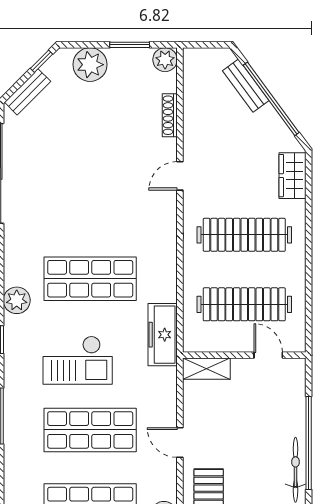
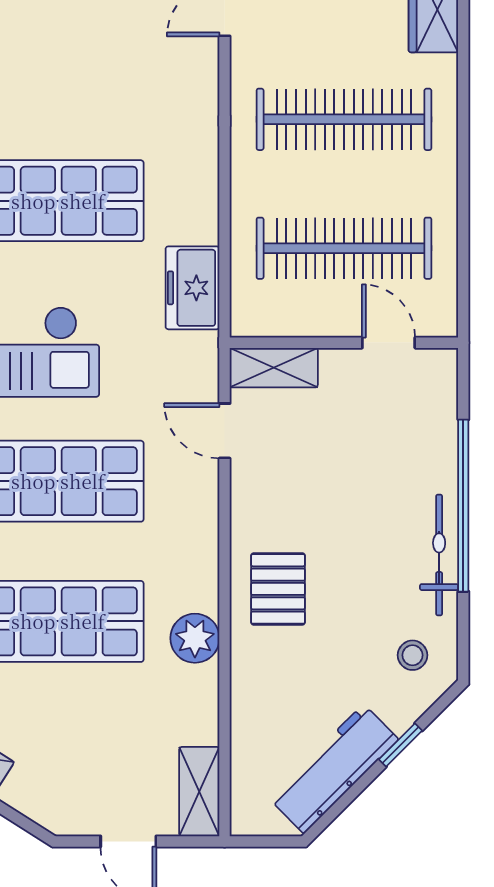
freezer: (163, 335) -> (193, 288), width x0.71
door: (180, 443) -> (225, 431), moved

